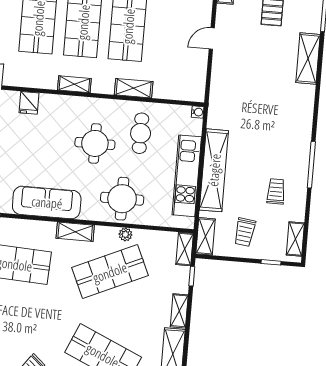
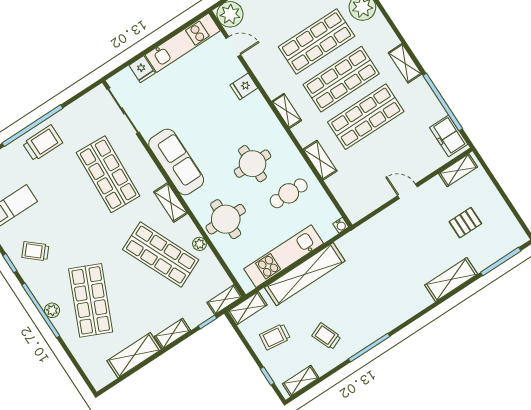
trolley: (276, 191) -> (326, 336), turned -112

